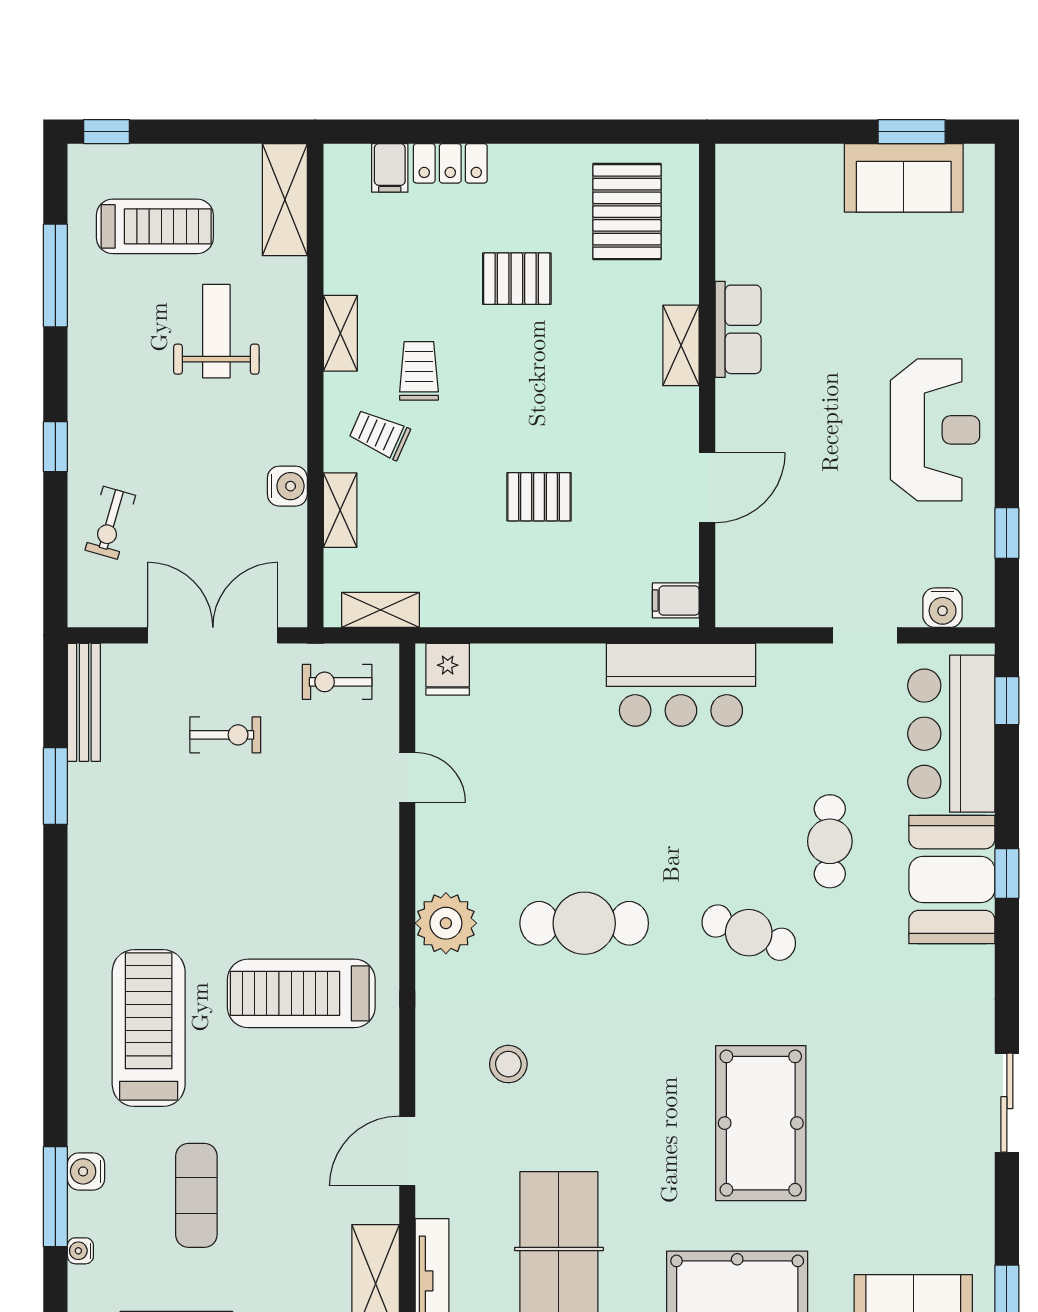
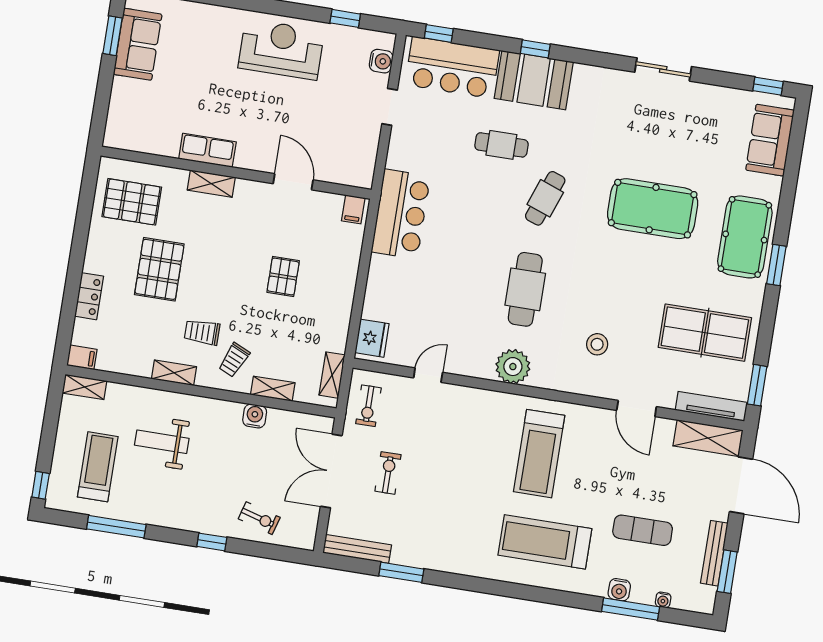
filing cabinet: (390, 168) -> (82, 357), moved
shelving: (285, 200) -> (85, 387), width x0.67, depth x0.75
pallet: (517, 279) -> (159, 269), width x1.50, depth x1.42
fridge: (448, 669) -> (372, 338), width x1.38

